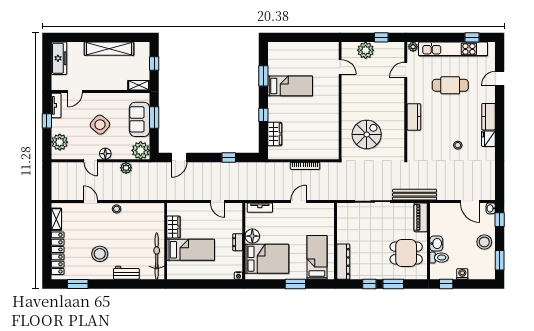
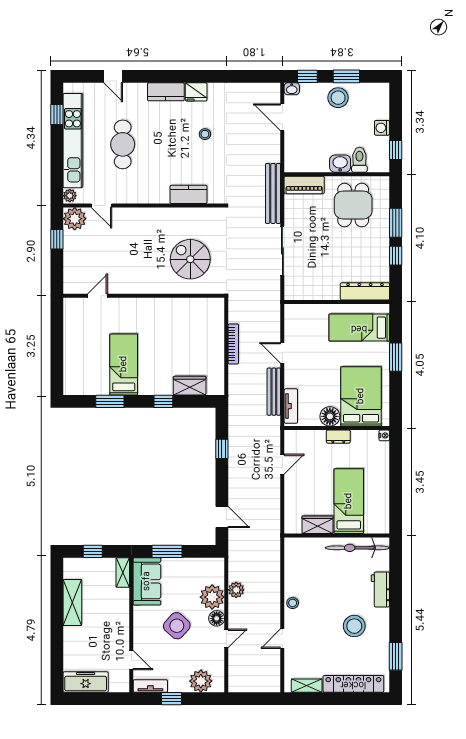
shelving: (109, 49) -> (72, 603), width x0.68
plant: (366, 50) -> (75, 219), moved
kitchen counter: (414, 117) -> (188, 194), moved
sofa: (140, 119) -> (147, 581), moved, turned -90
plant: (141, 150) -> (212, 597), moved
bench: (270, 195) -> (274, 392), added
door: (470, 201) -> (282, 117), swing flipped
window: (500, 260) -> (346, 76), moved

